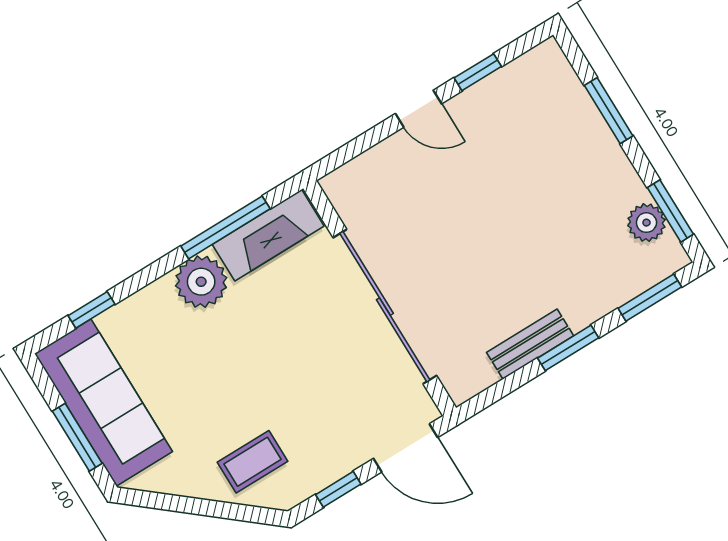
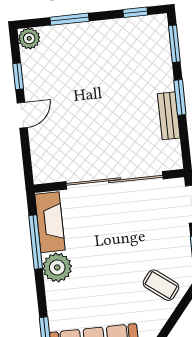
window: (670, 211) -> (135, 12), width x0.67
plant: (646, 223) -> (29, 38), moved
coffee table: (253, 462) -> (161, 285), turned -53

